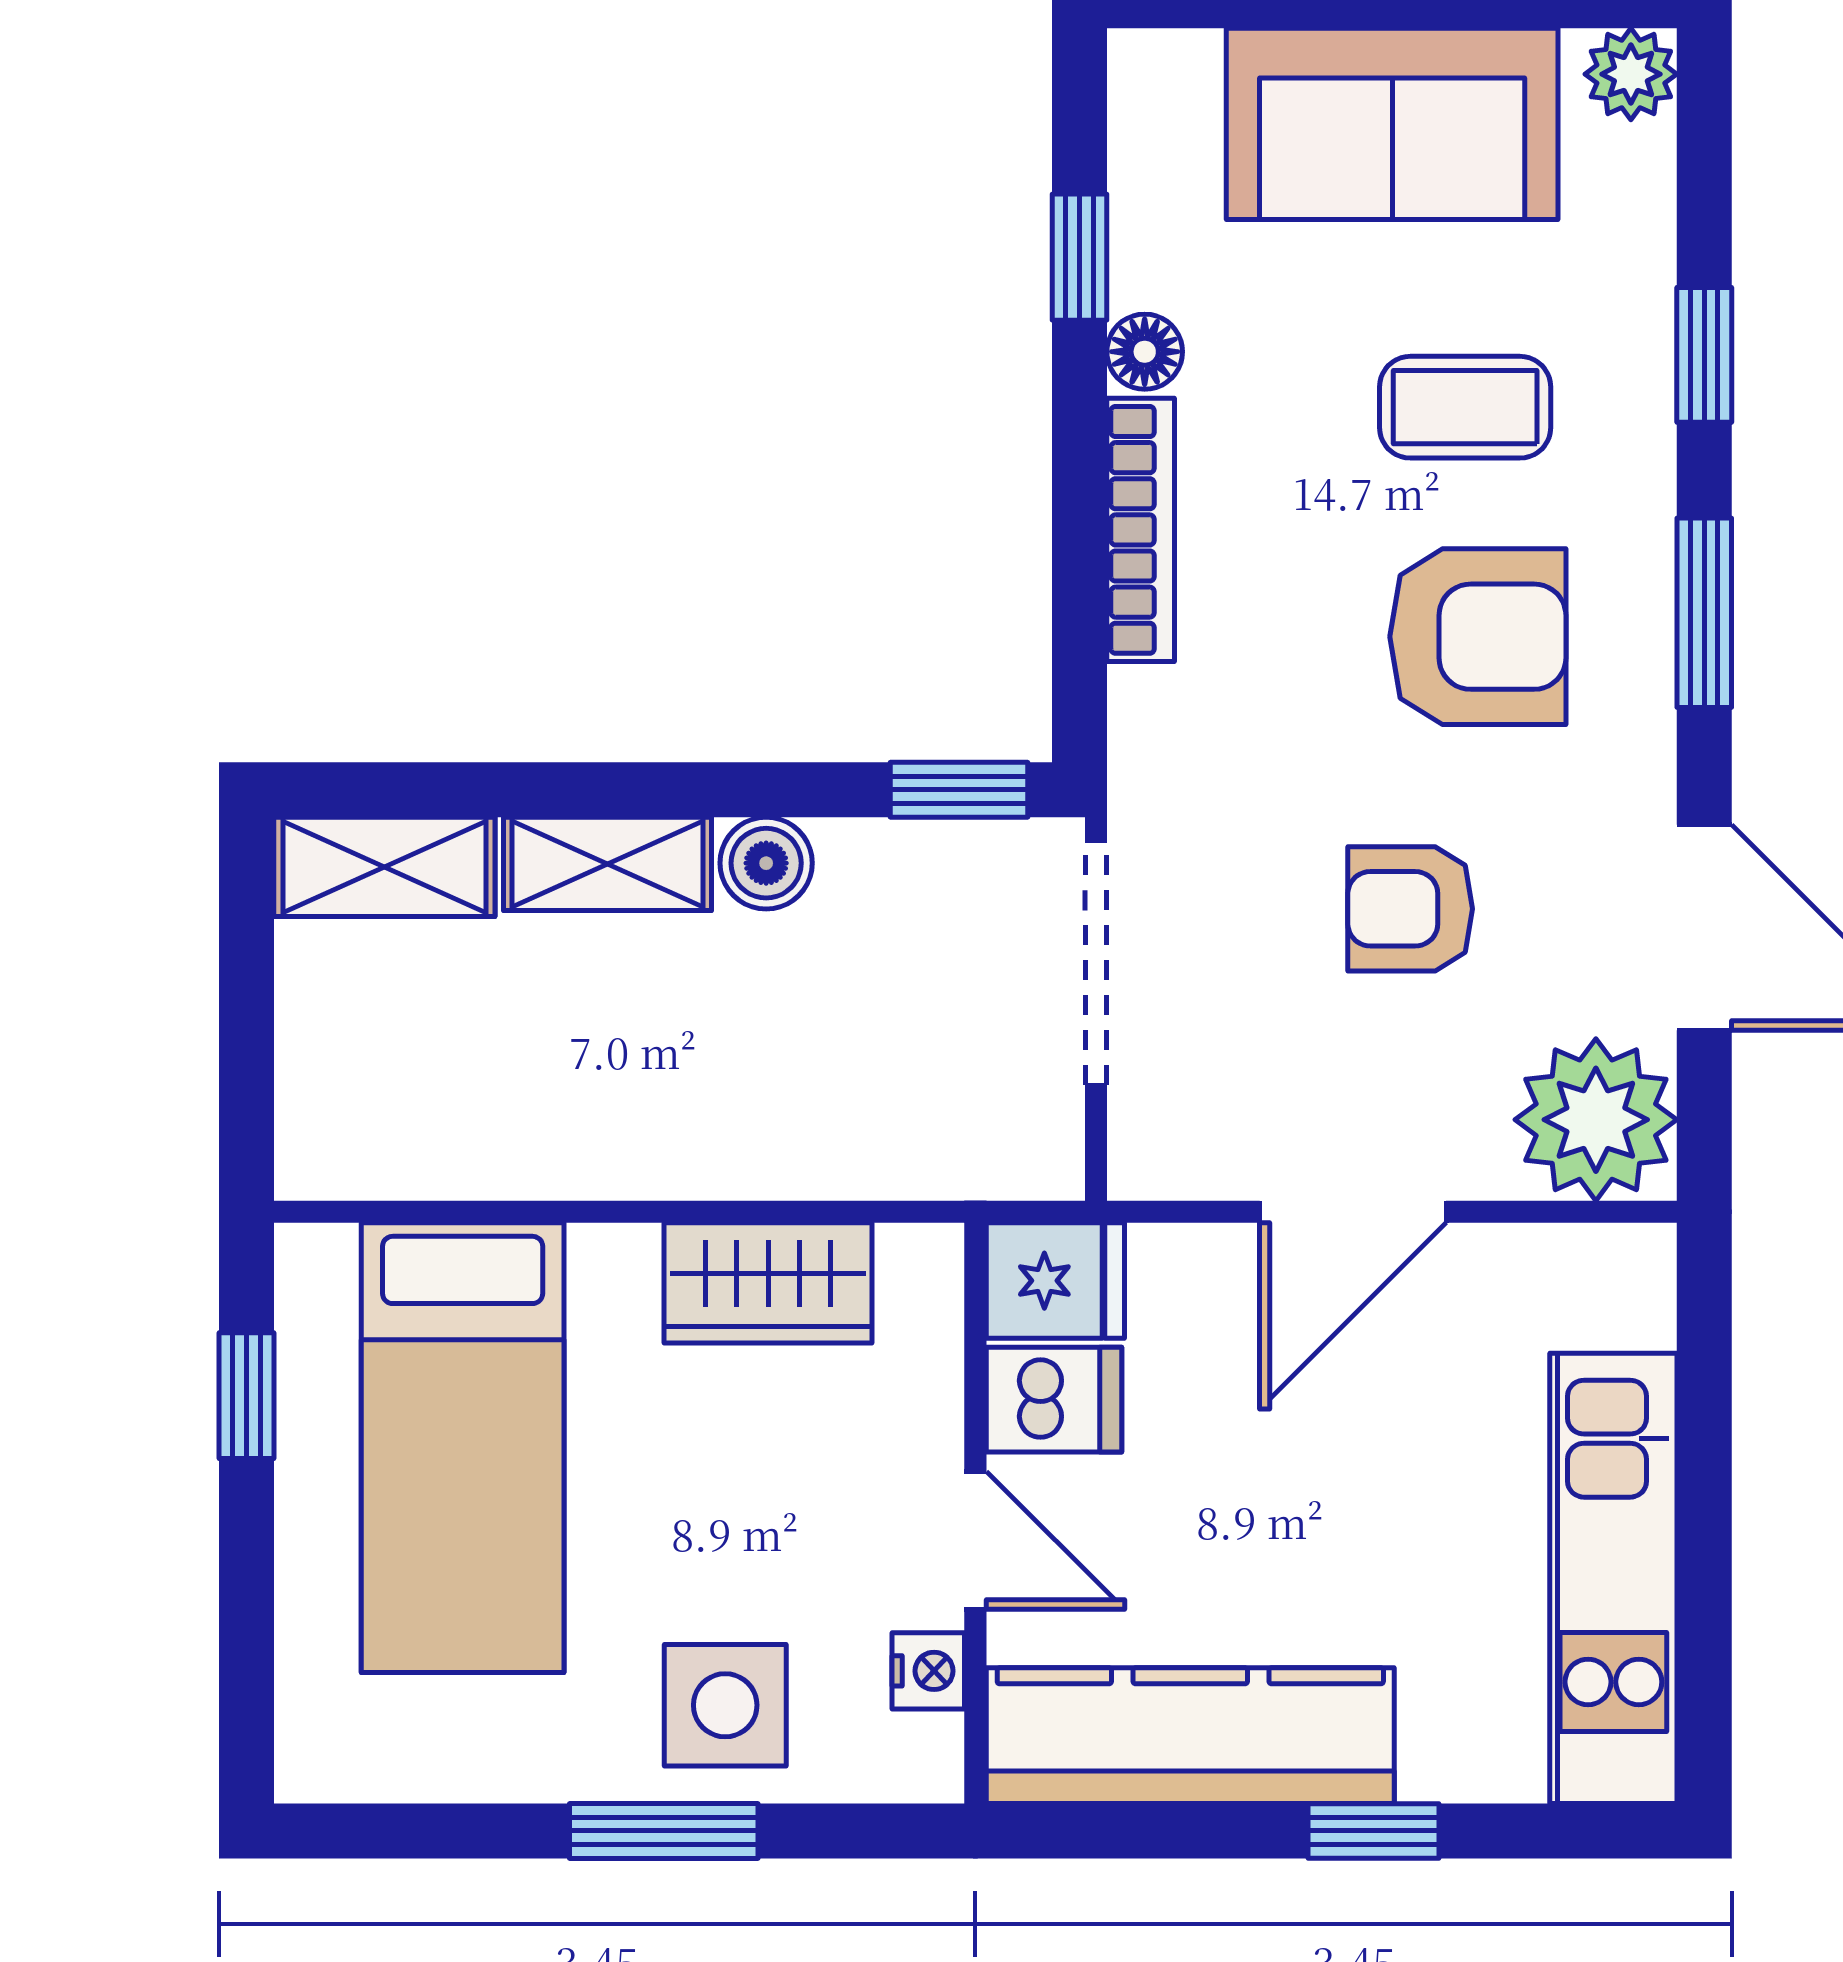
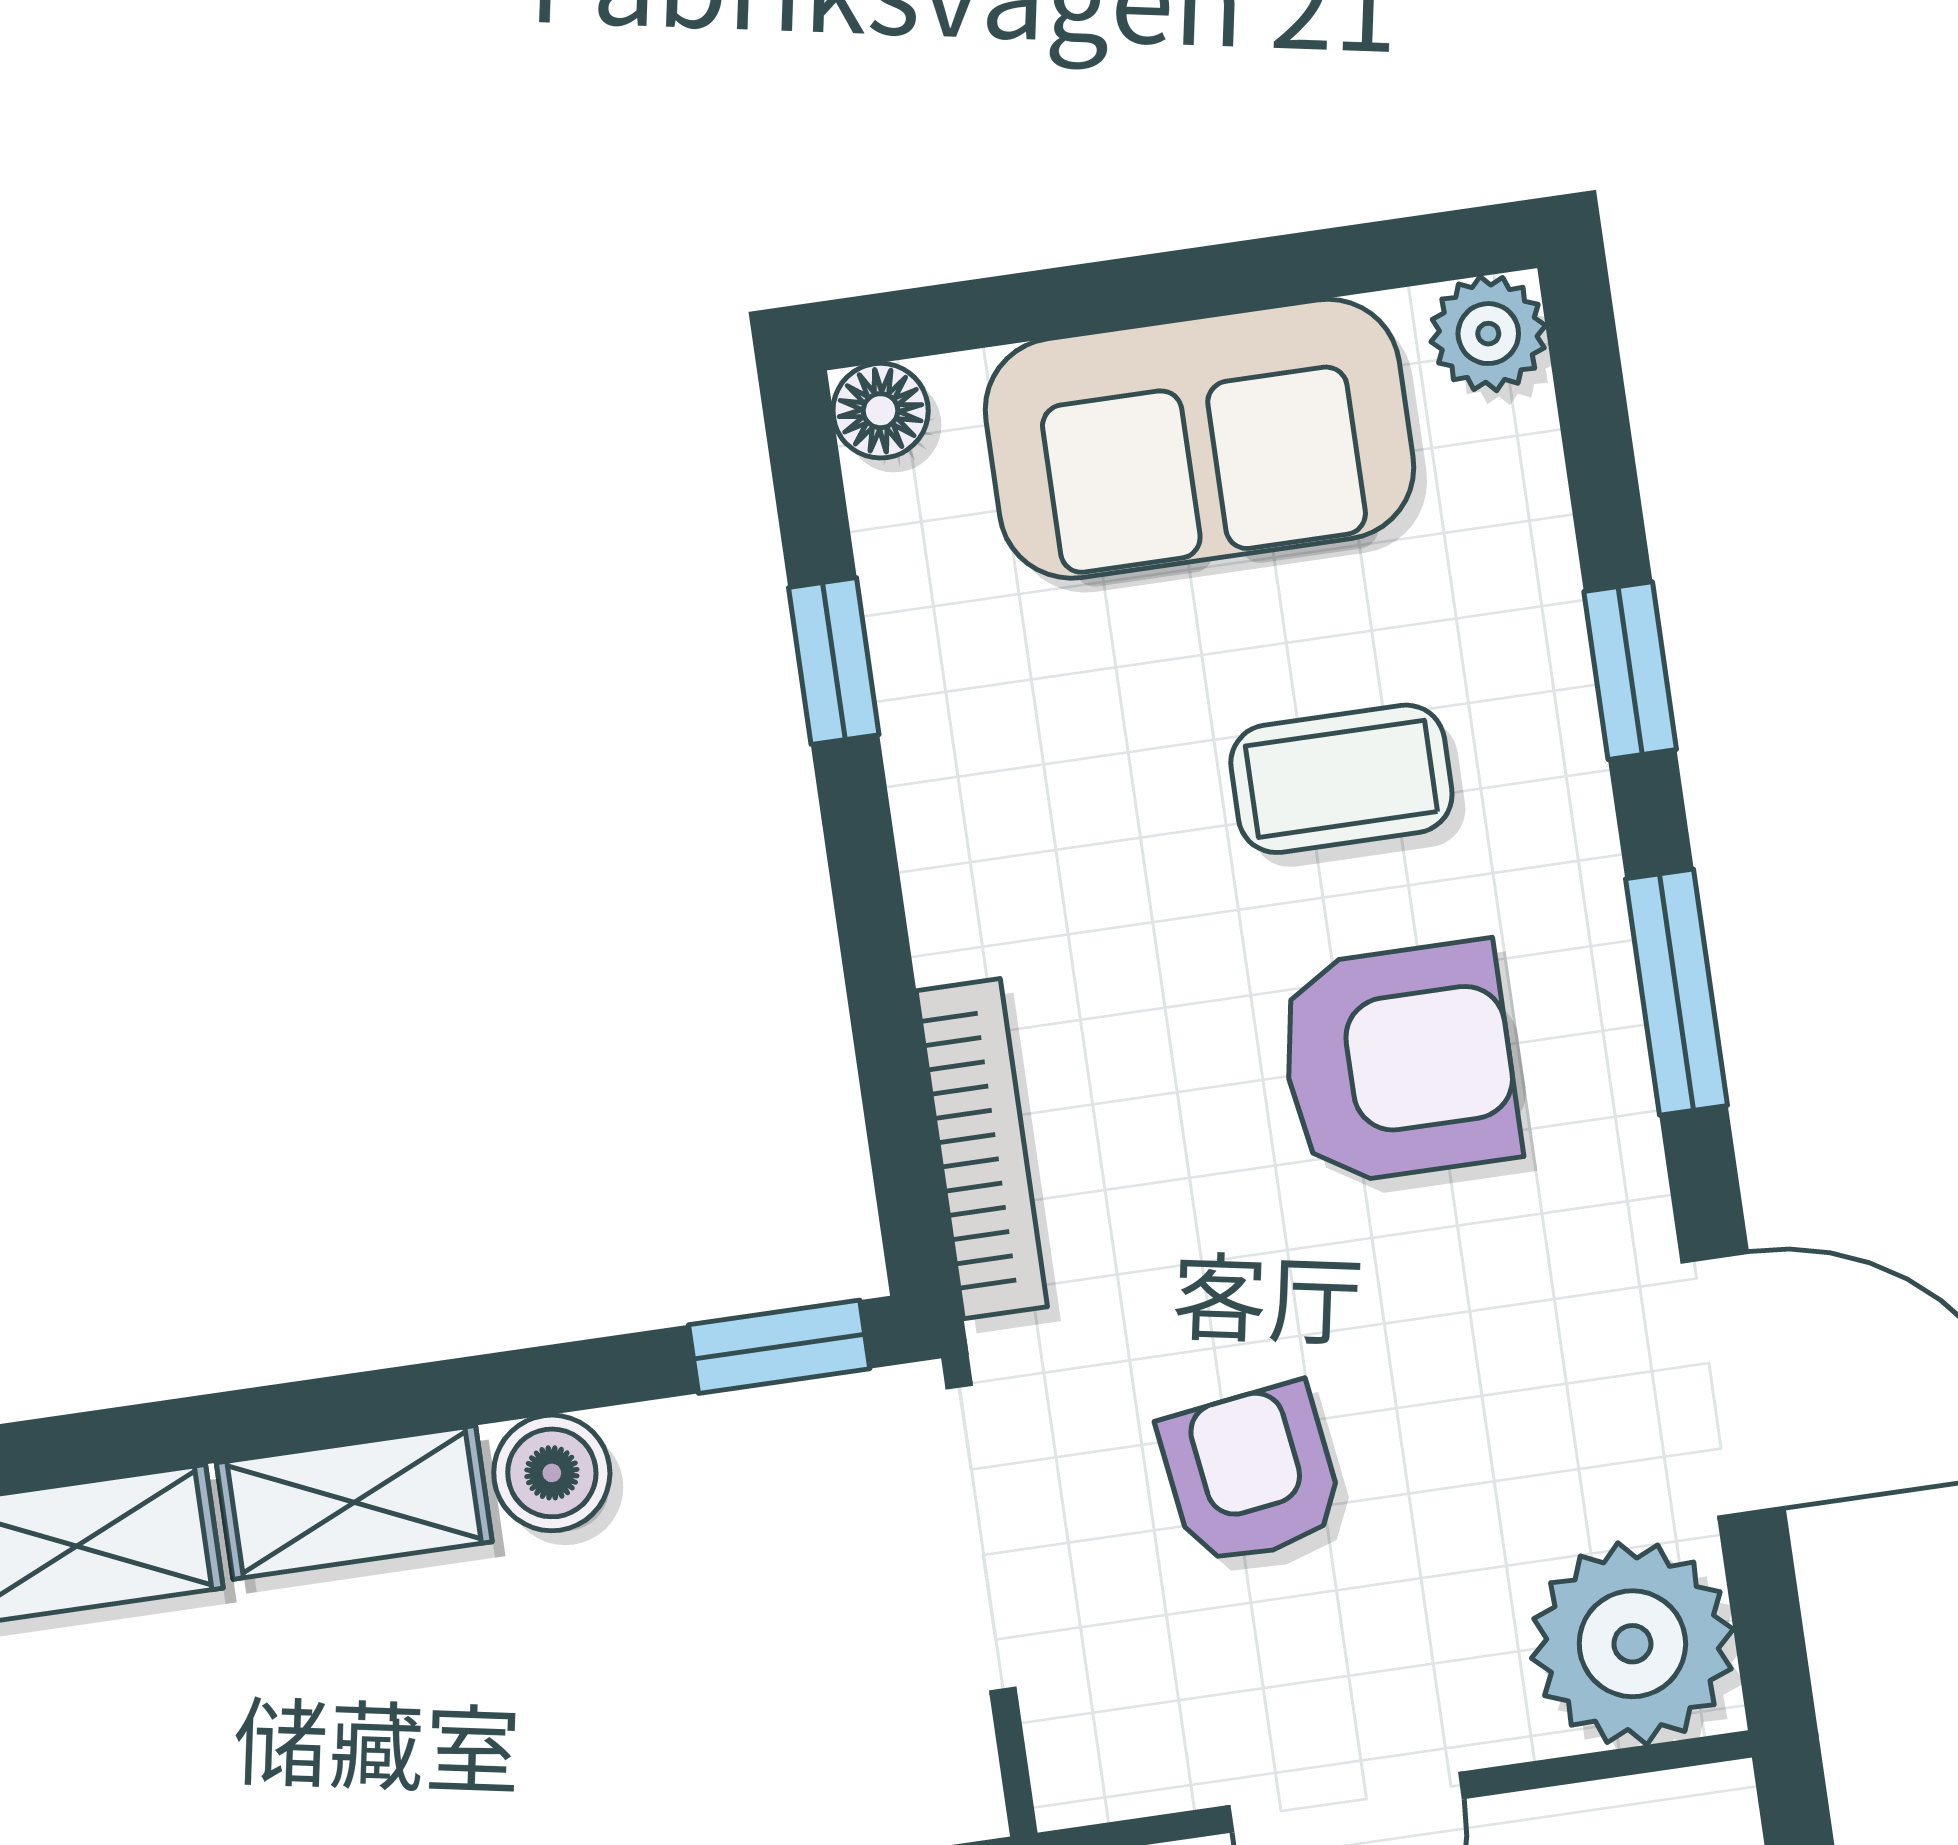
floor lamp: (1145, 352) -> (881, 411), moved
bookcase: (1141, 530) -> (982, 1149), moved
armchair: (1410, 909) -> (1251, 1475), moved, turned 82

